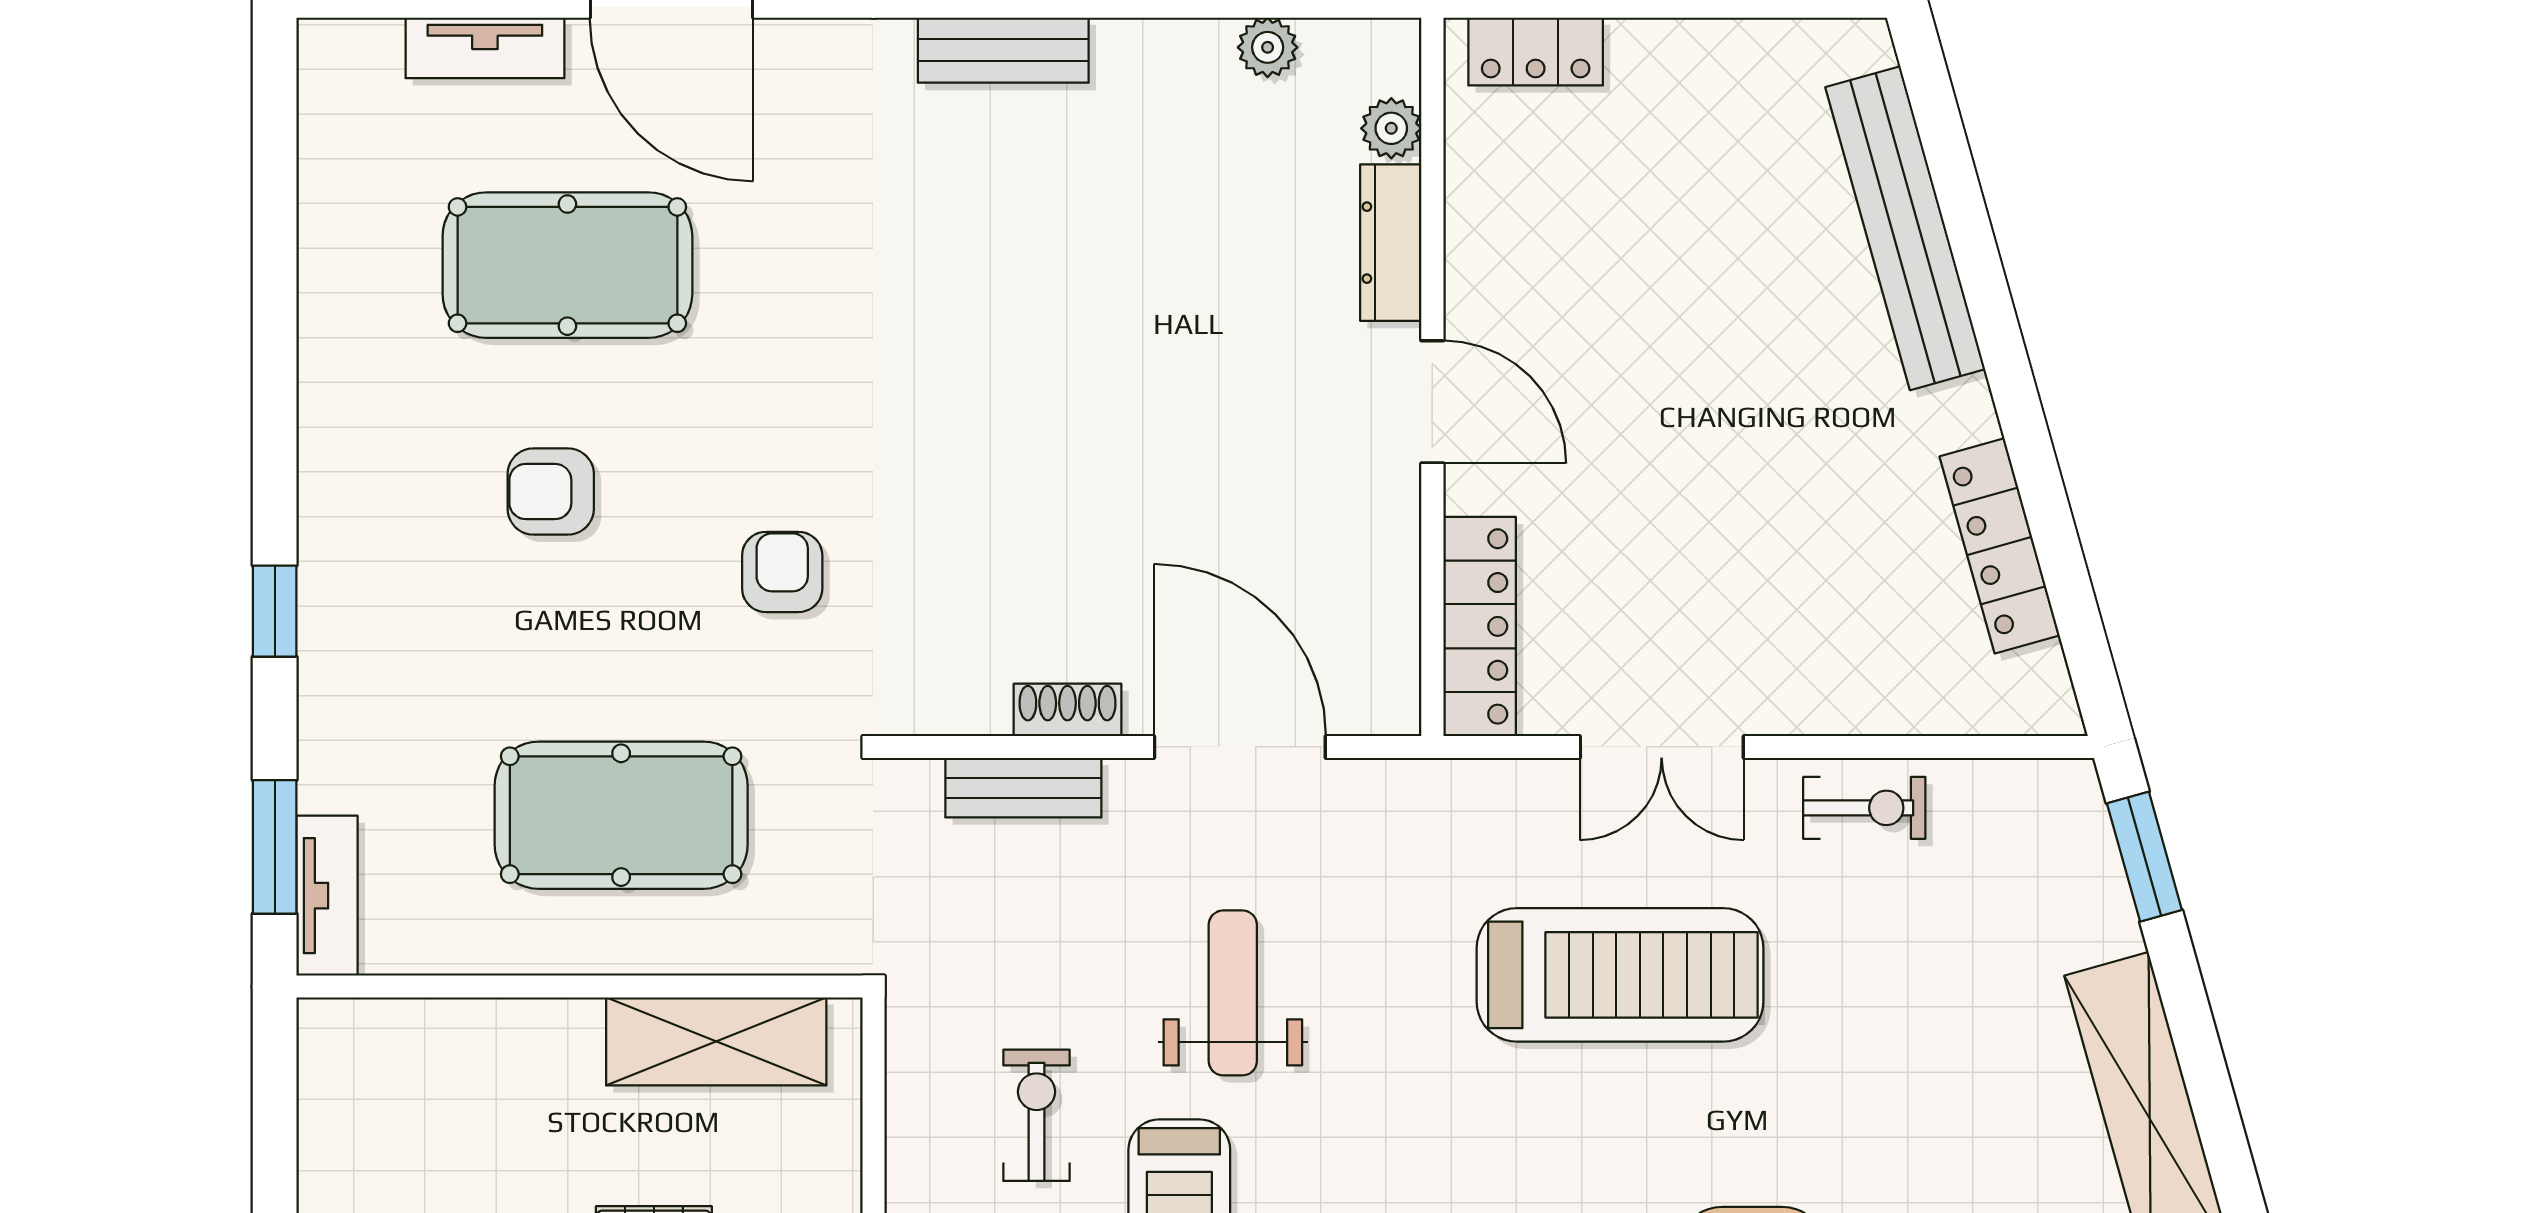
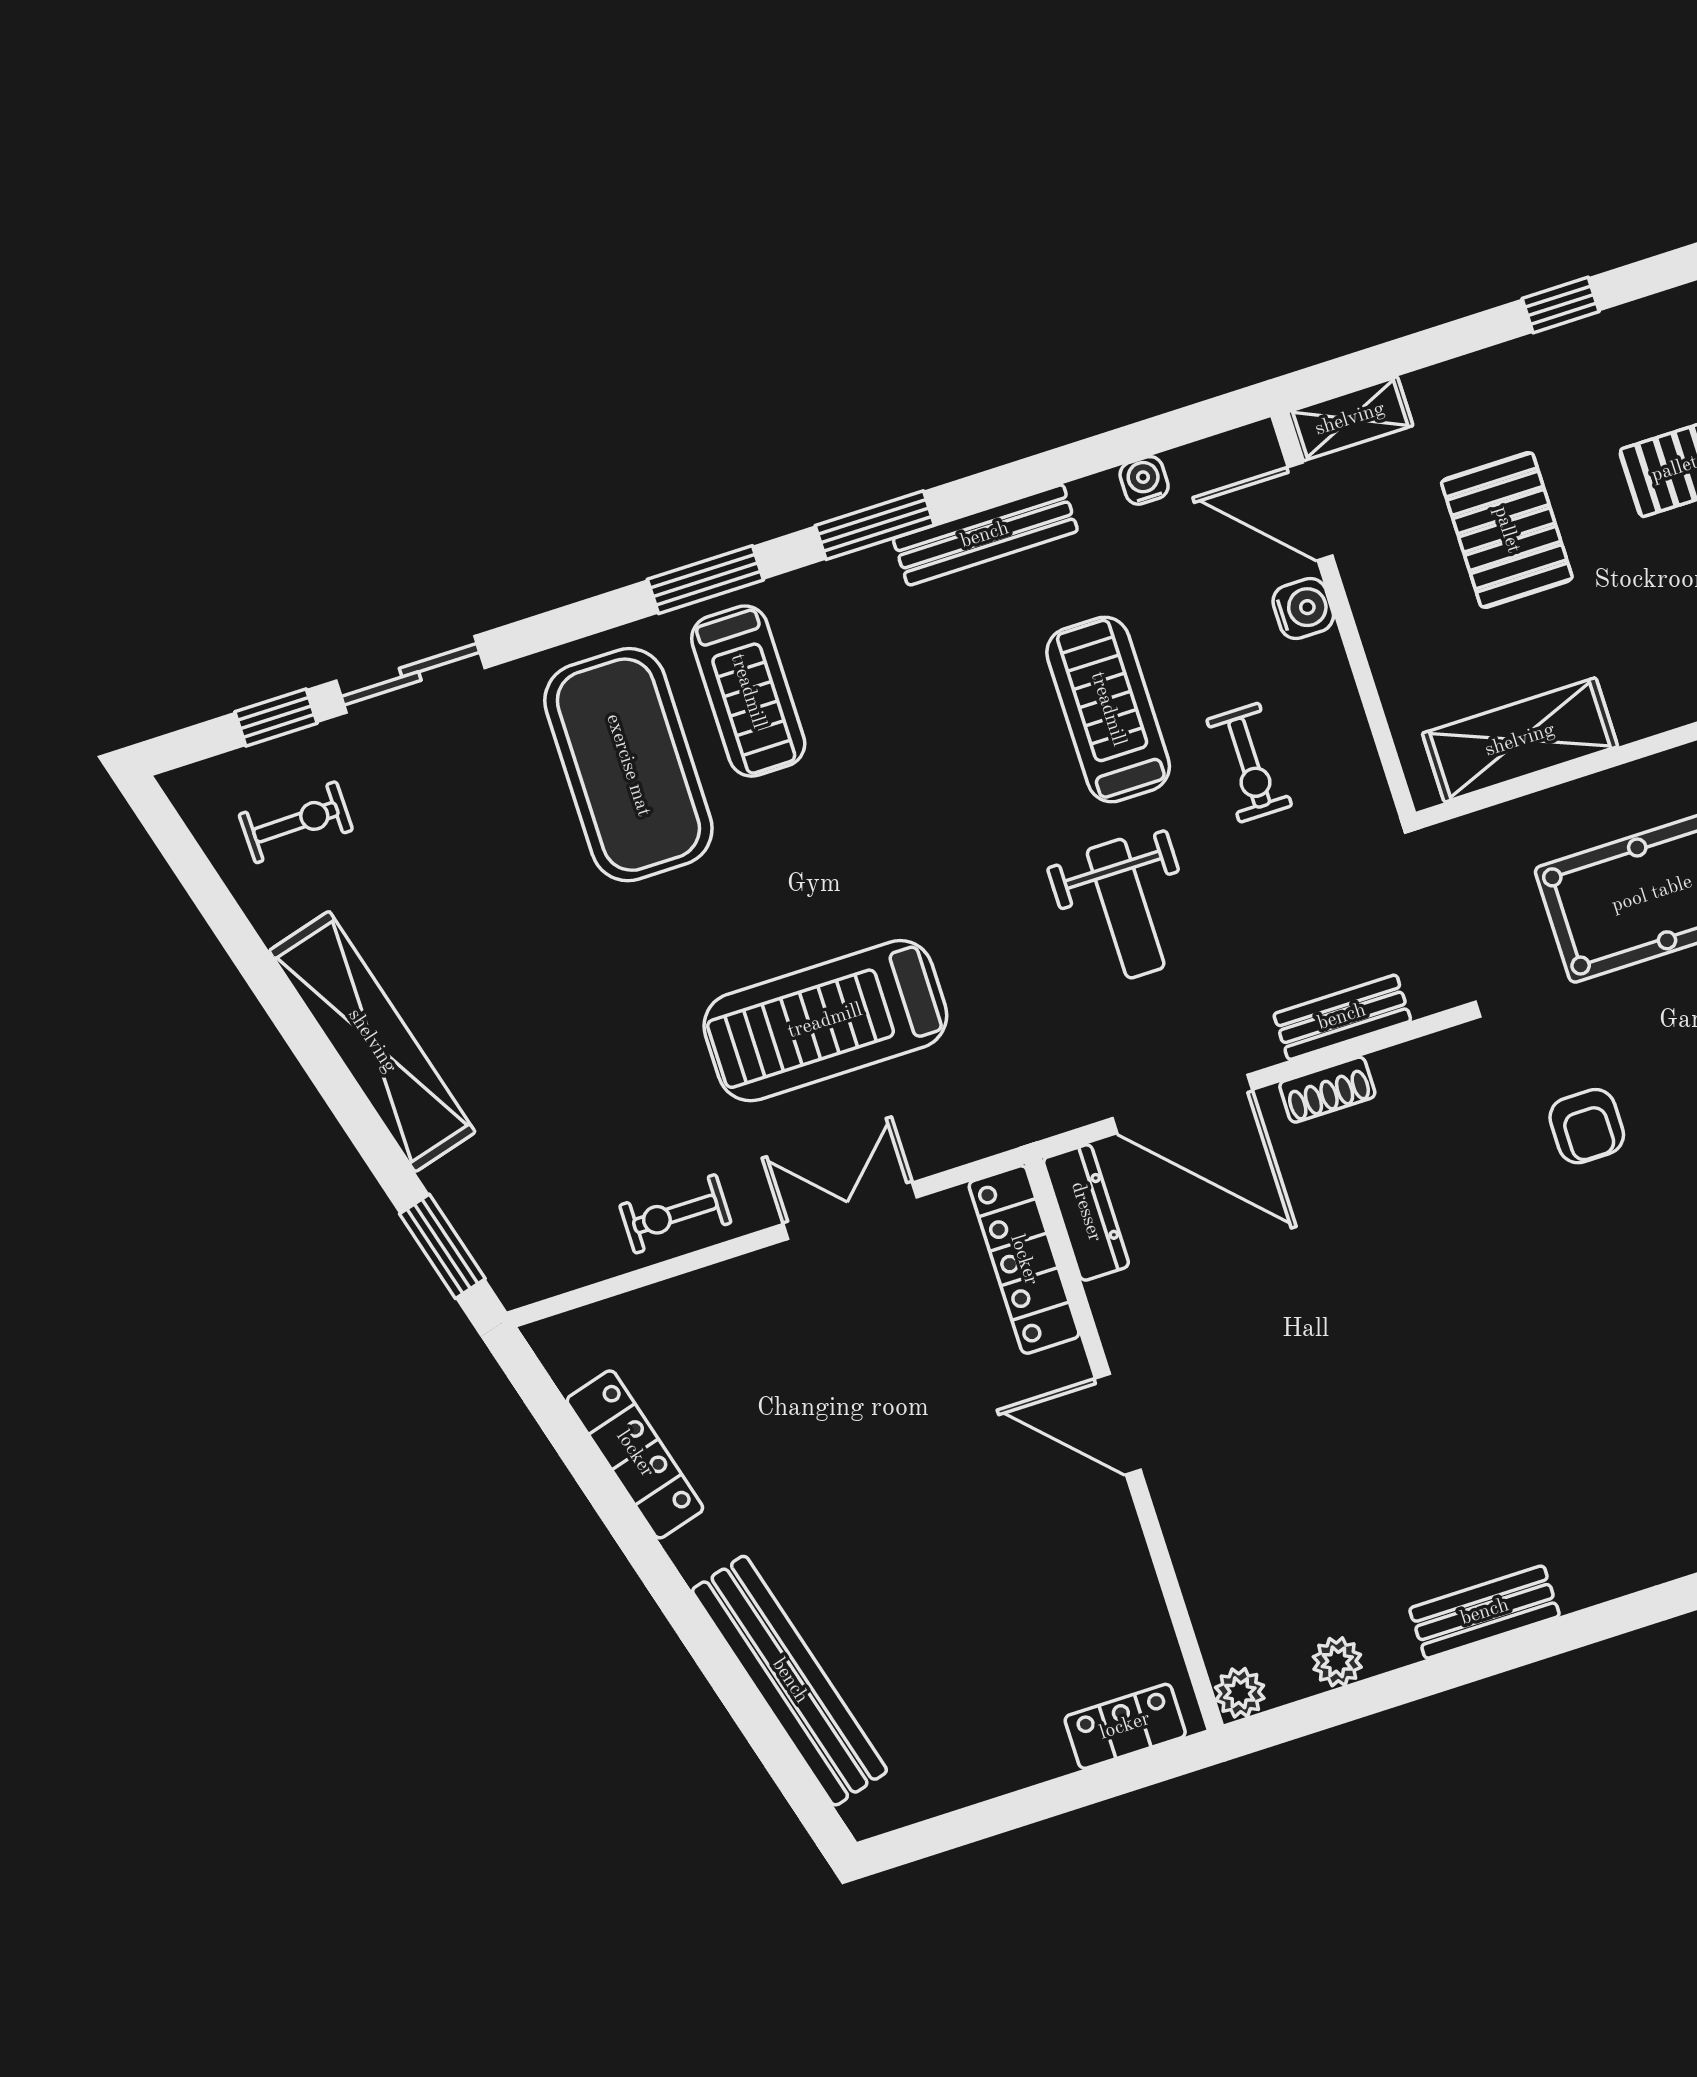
bench: (1003, 50) -> (1485, 1612), moved
plant: (1391, 128) -> (1240, 1693), moved
dresser: (1391, 243) -> (1086, 1212), moved

